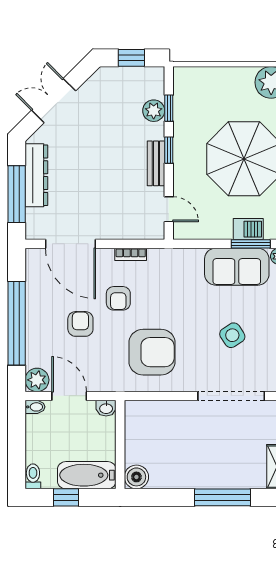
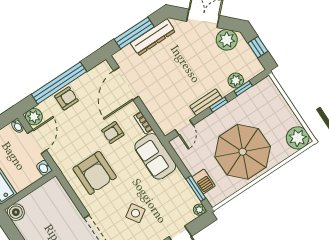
plant: (98, 89) -> (227, 40), added
sofa: (237, 267) -> (155, 156), moved
armchair: (80, 324) -> (66, 98), moved

